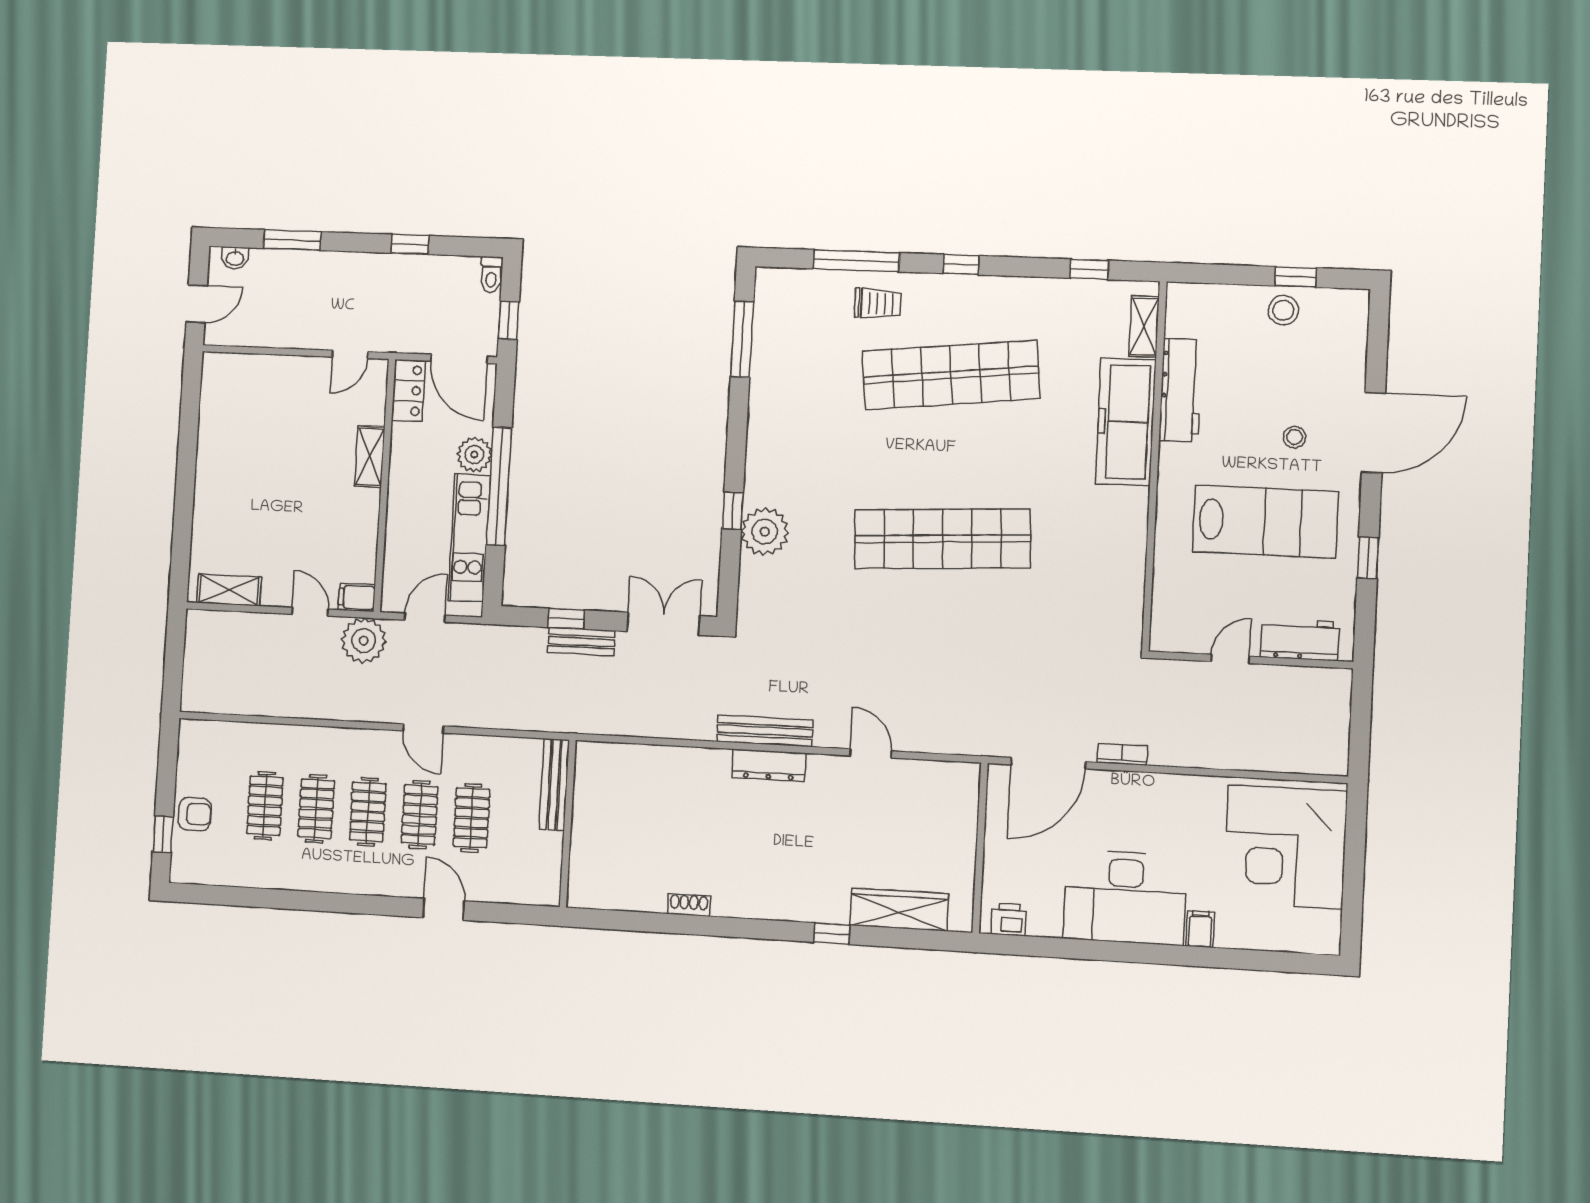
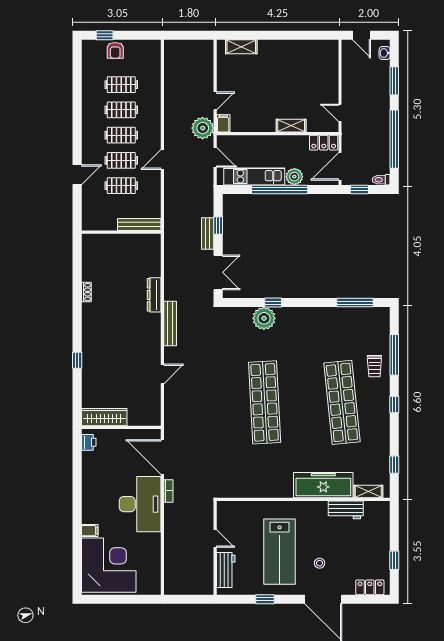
window: (410, 244) -> (394, 139), width x3.17
stool: (1283, 310) -> (379, 555), removed
locker: (1352, 331) -> (370, 587), added
workbench: (1181, 390) -> (346, 510), width x0.73
shelving: (229, 590) -> (241, 47), moved, turned 90
dresser: (769, 765) -> (154, 295), moved
corner desk: (1285, 847) -> (109, 565), moved, turned 90
desk: (1125, 897) -> (140, 504), moved, turned 180
wardrobe: (899, 909) -> (104, 417), moved, turned -90

